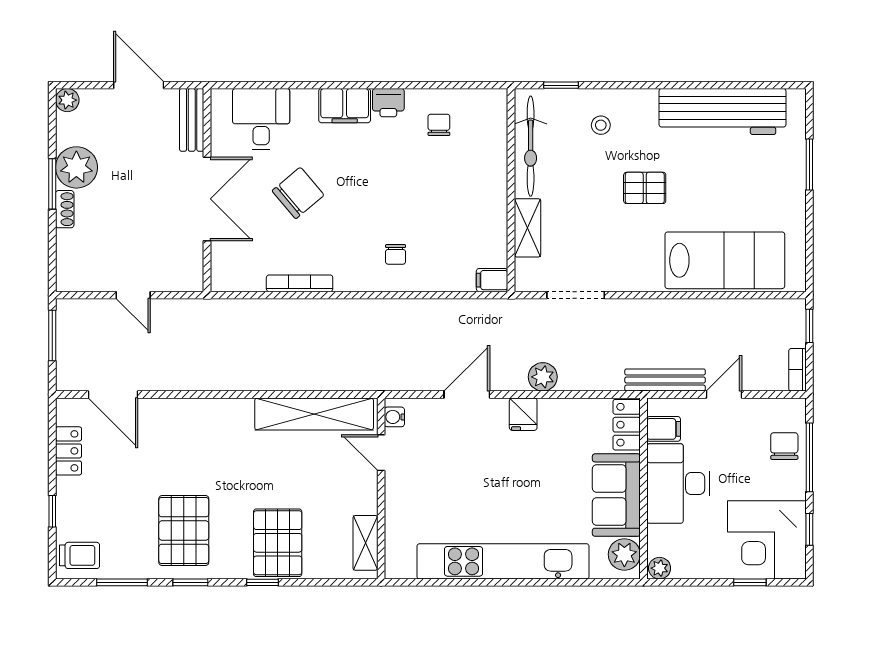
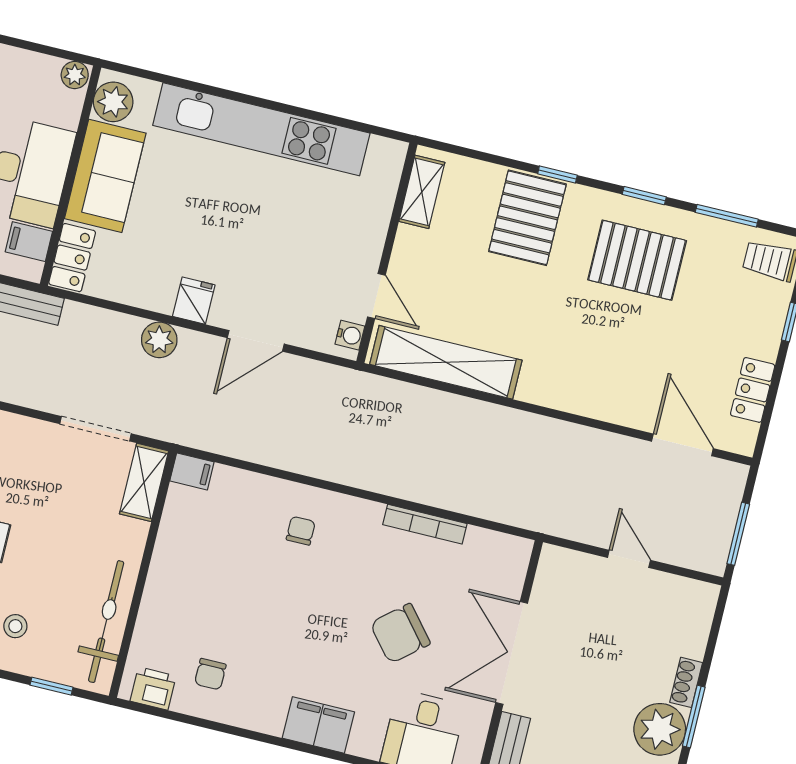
printer: (388, 103) -> (153, 688), moved
shelving: (527, 228) -> (144, 482), moved
pallet: (184, 531) -> (637, 260), turned 90

